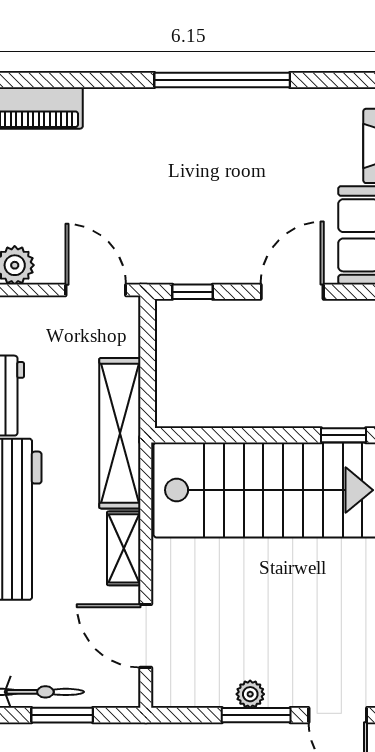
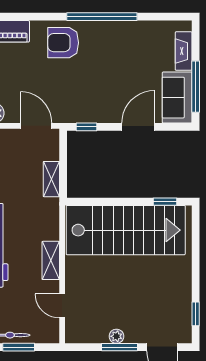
armchair: (148, 130) -> (63, 43), added
shelving: (120, 433) -> (51, 179), width x0.45, depth x0.75
door: (146, 636) -> (62, 306), width x0.73

